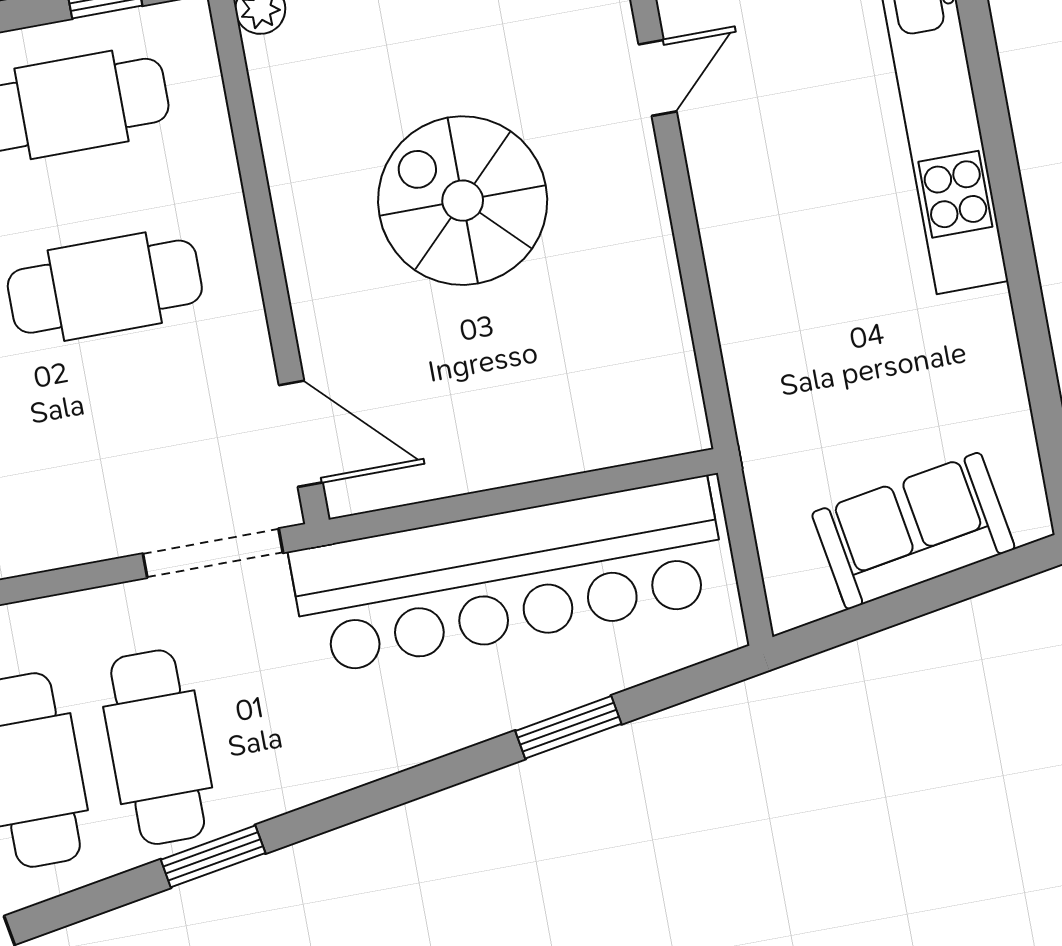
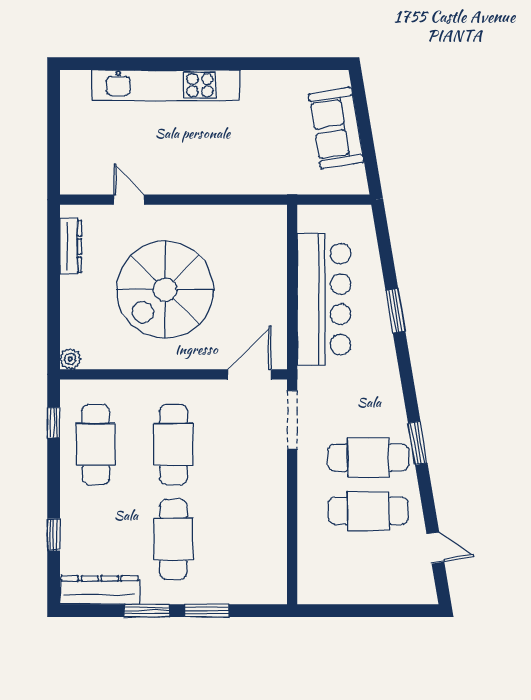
spiral stairs: (463, 201) -> (165, 290), width x1.37, depth x1.37
bar counter: (509, 576) -> (324, 299), width x0.73
window: (568, 727) -> (395, 311), moved

